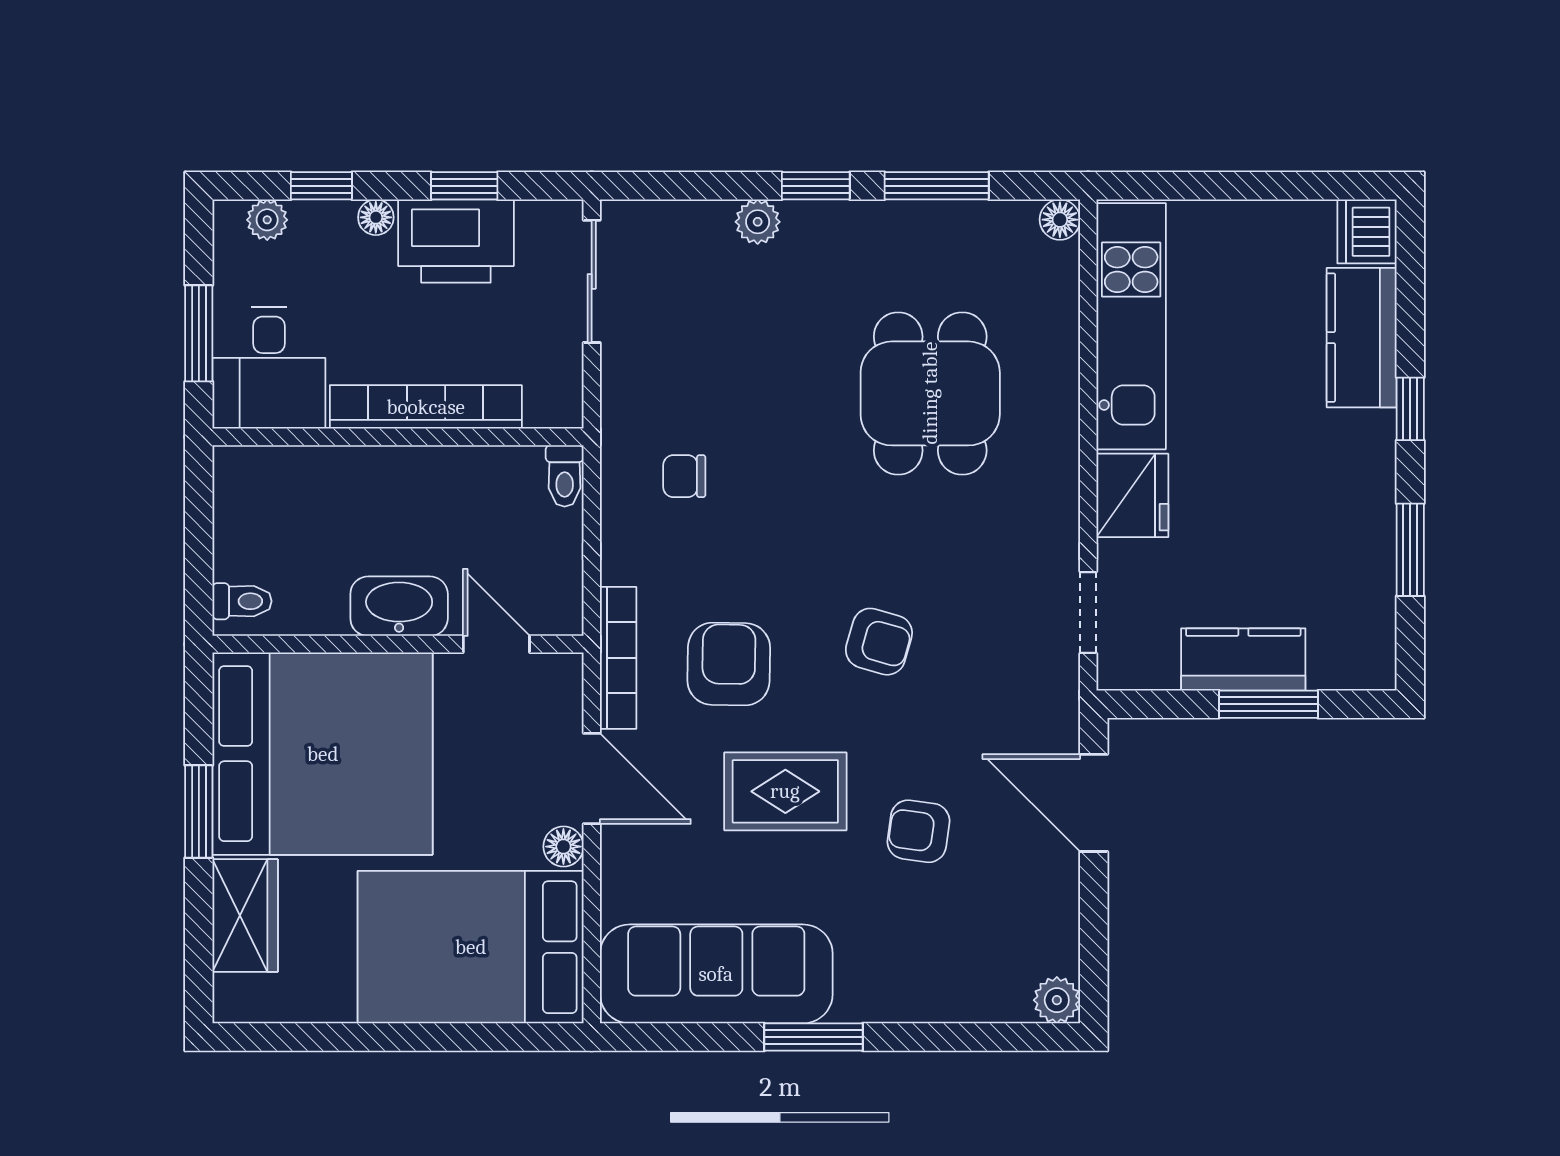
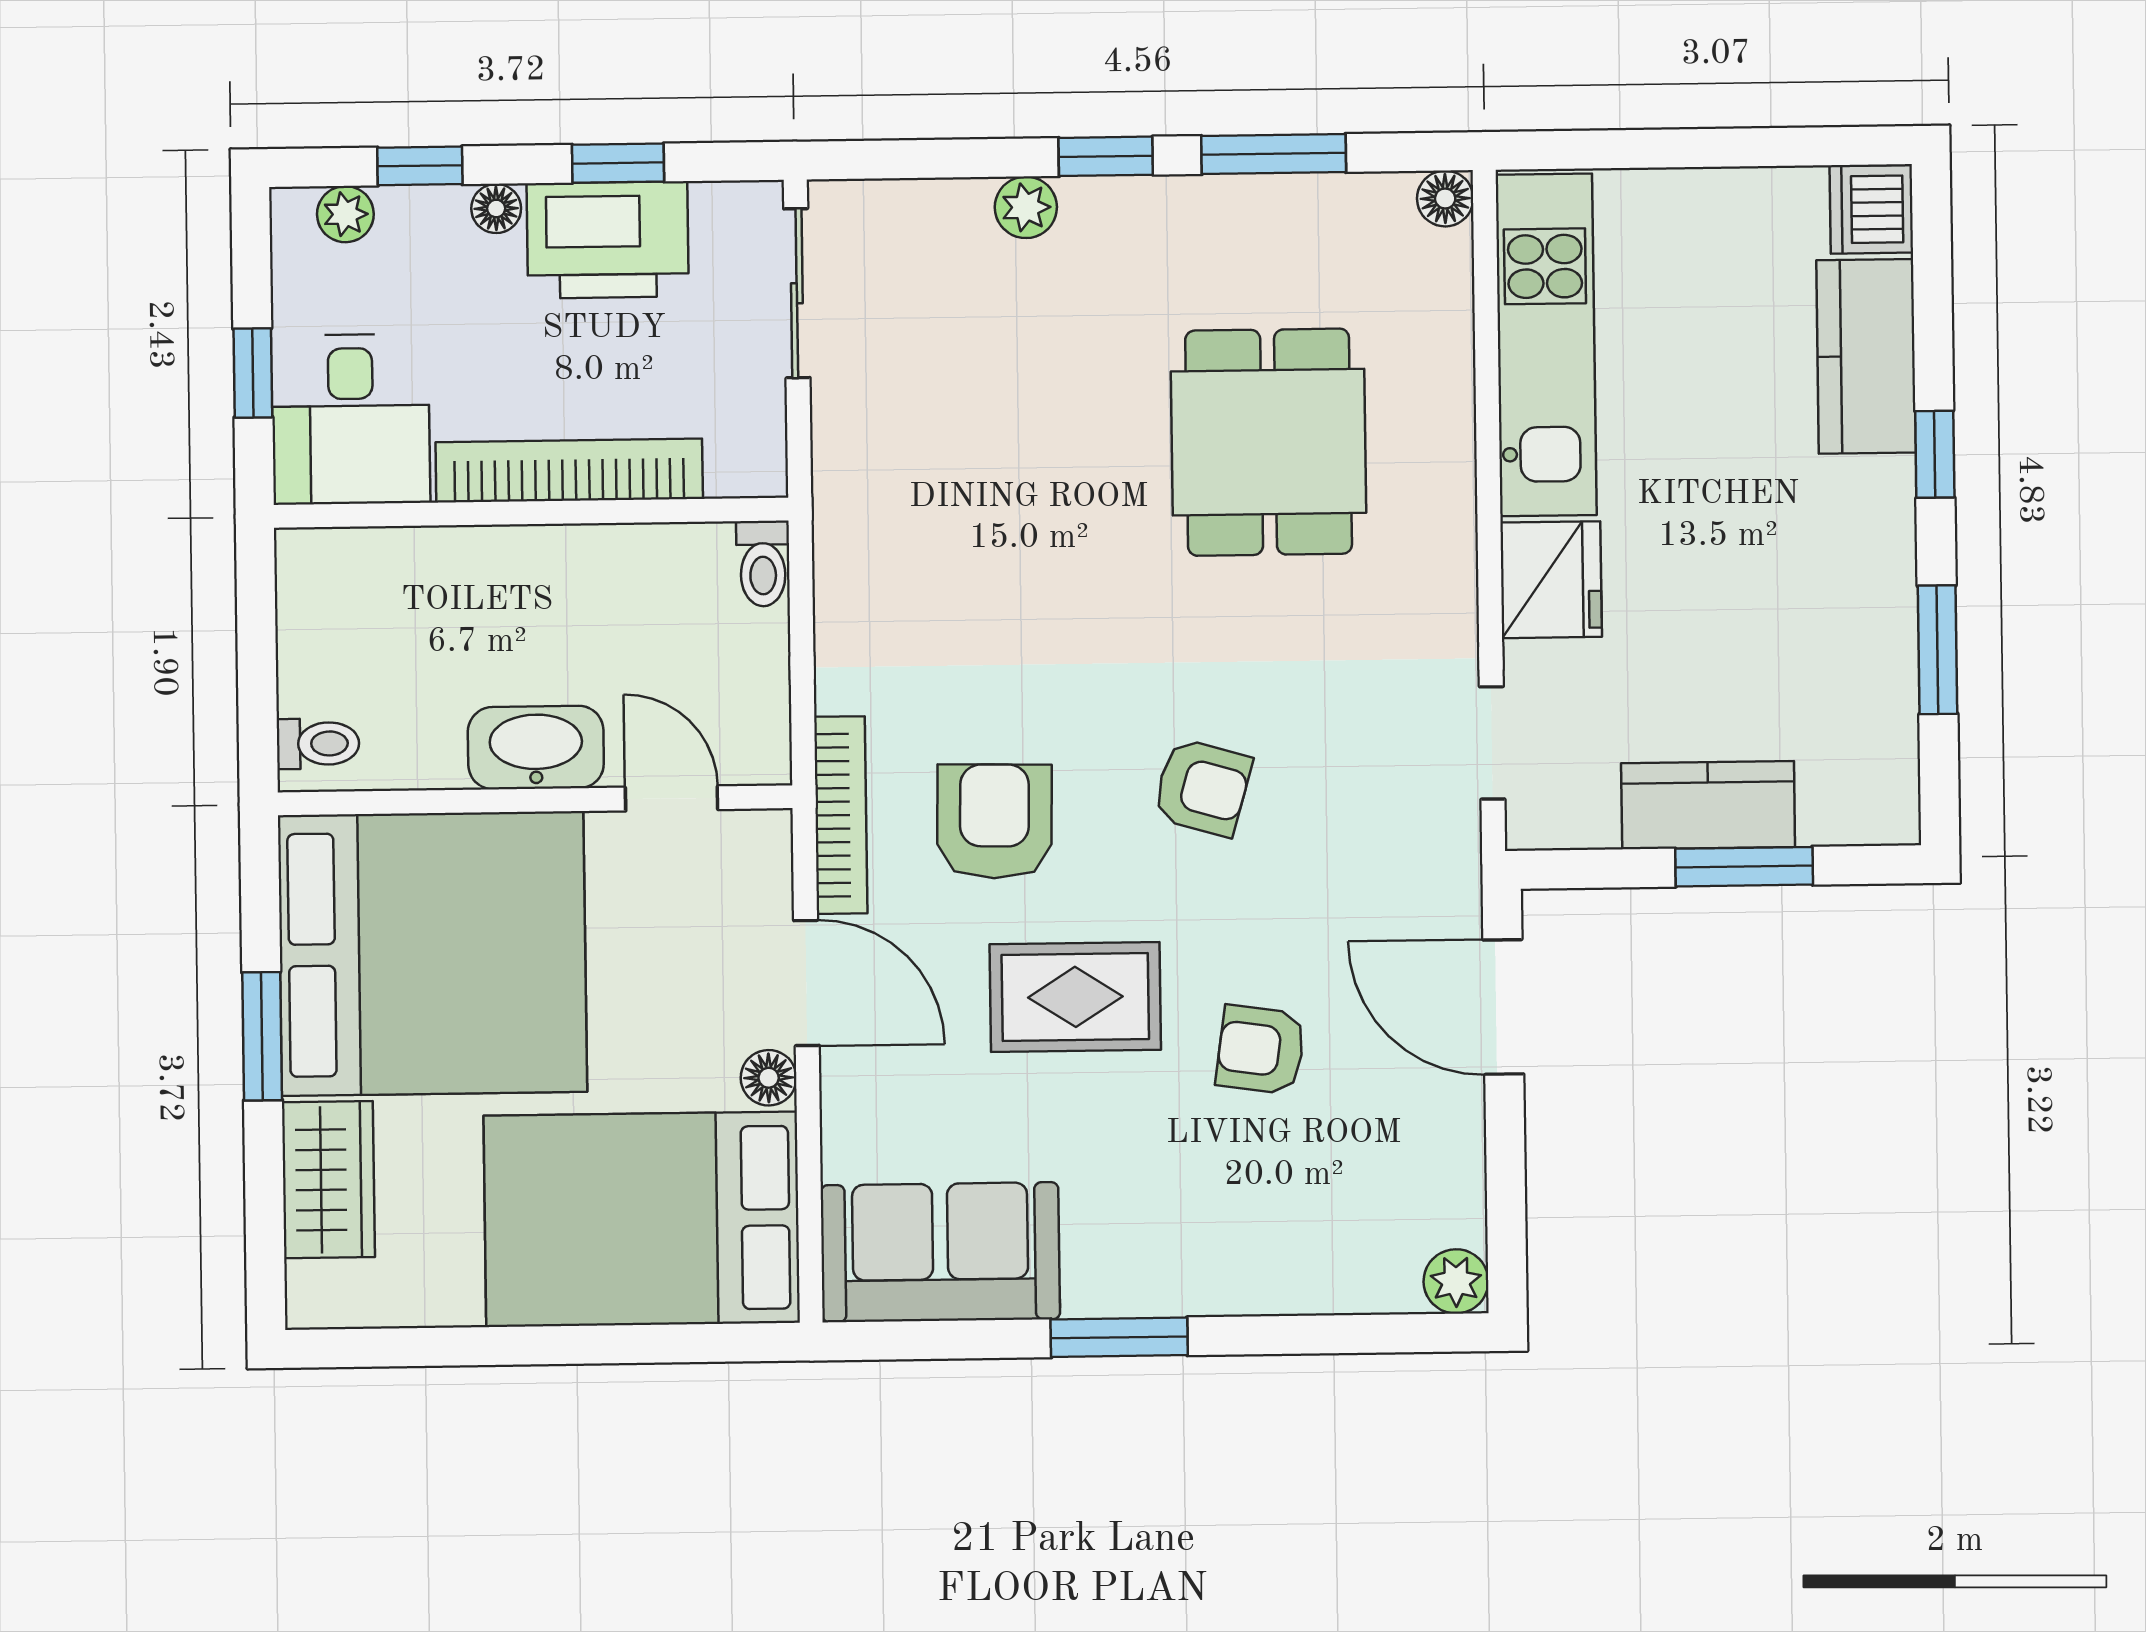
window: (199, 333) -> (253, 373), width x0.67
chair: (684, 476) -> (929, 562), removed
sofa: (716, 974) -> (940, 1252), width x0.73

